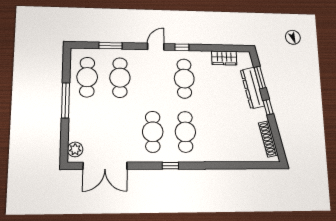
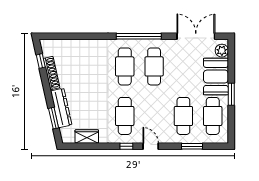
door: (156, 47) -> (151, 146), swing flipped
window: (66, 100) -> (231, 94), width x0.69
window: (268, 107) -> (41, 61), moved
booth: (83, 120) -> (216, 76), added
shoe rack: (268, 139) -> (52, 73), moved
window: (170, 166) -> (139, 36), width x3.17

